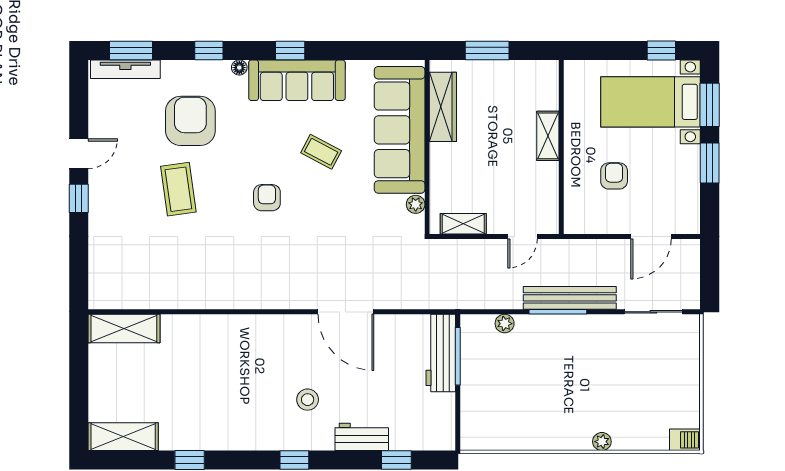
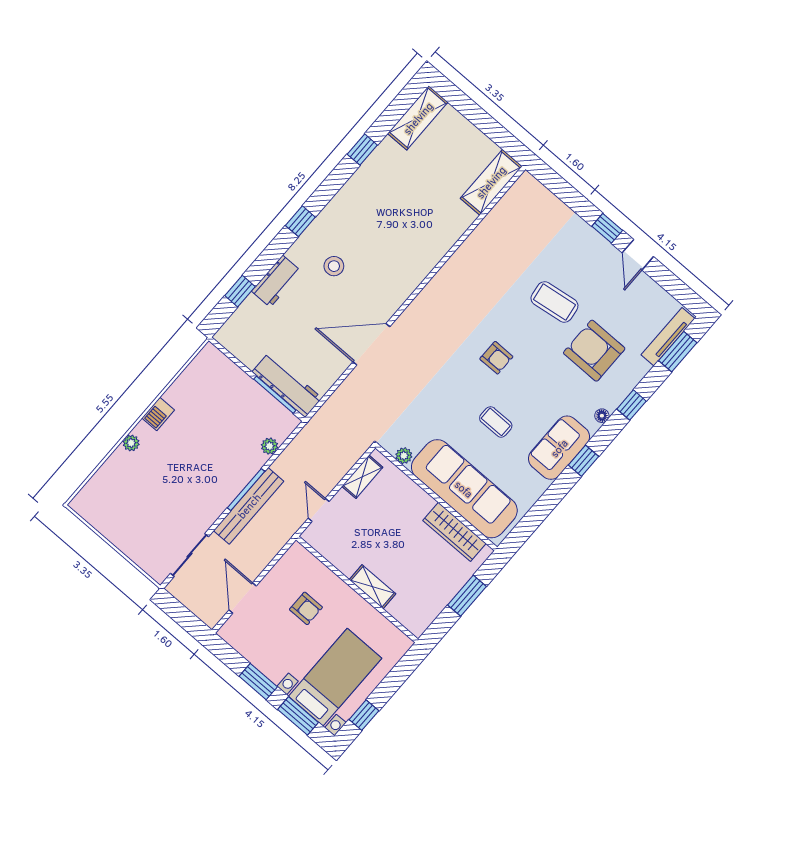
sofa: (297, 80) -> (559, 448), width x0.73
armchair: (190, 121) -> (594, 351), turned 180
coffee table: (321, 152) -> (496, 422), turned 62
barbecue: (685, 440) -> (158, 414), moved

